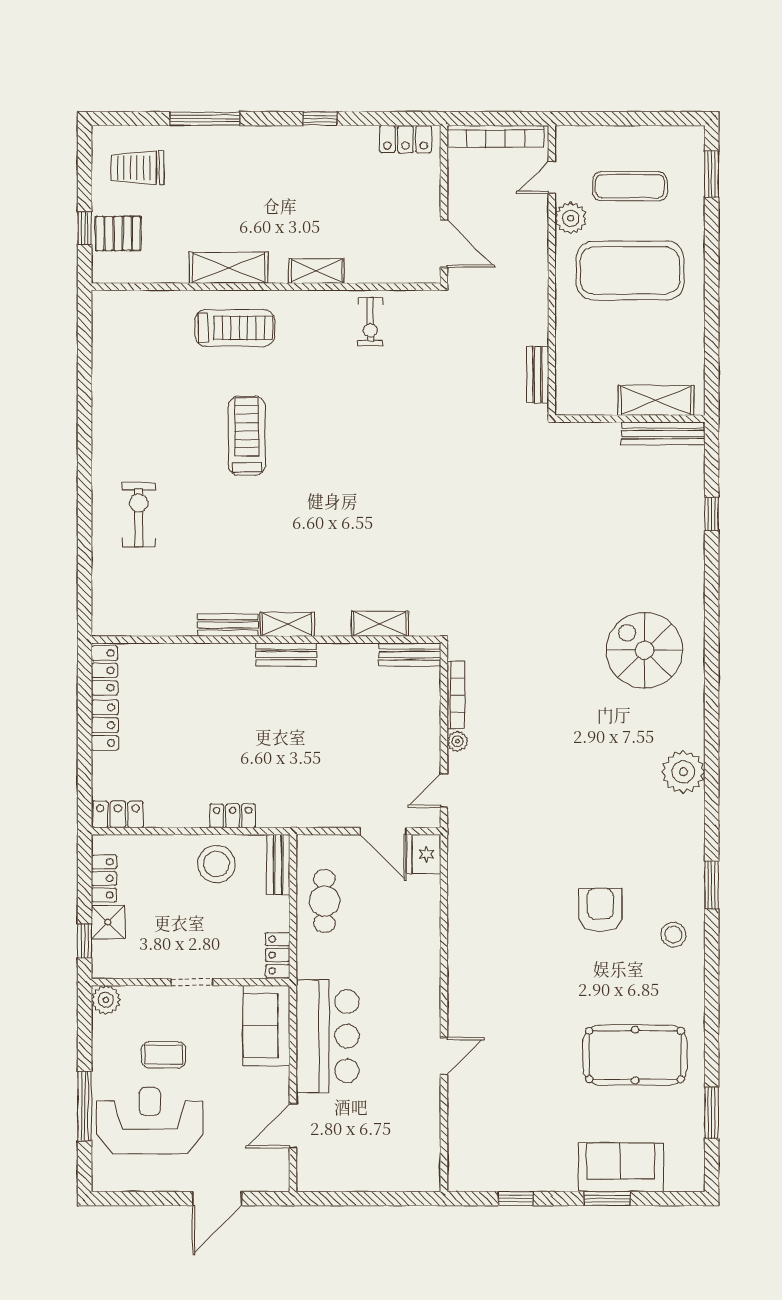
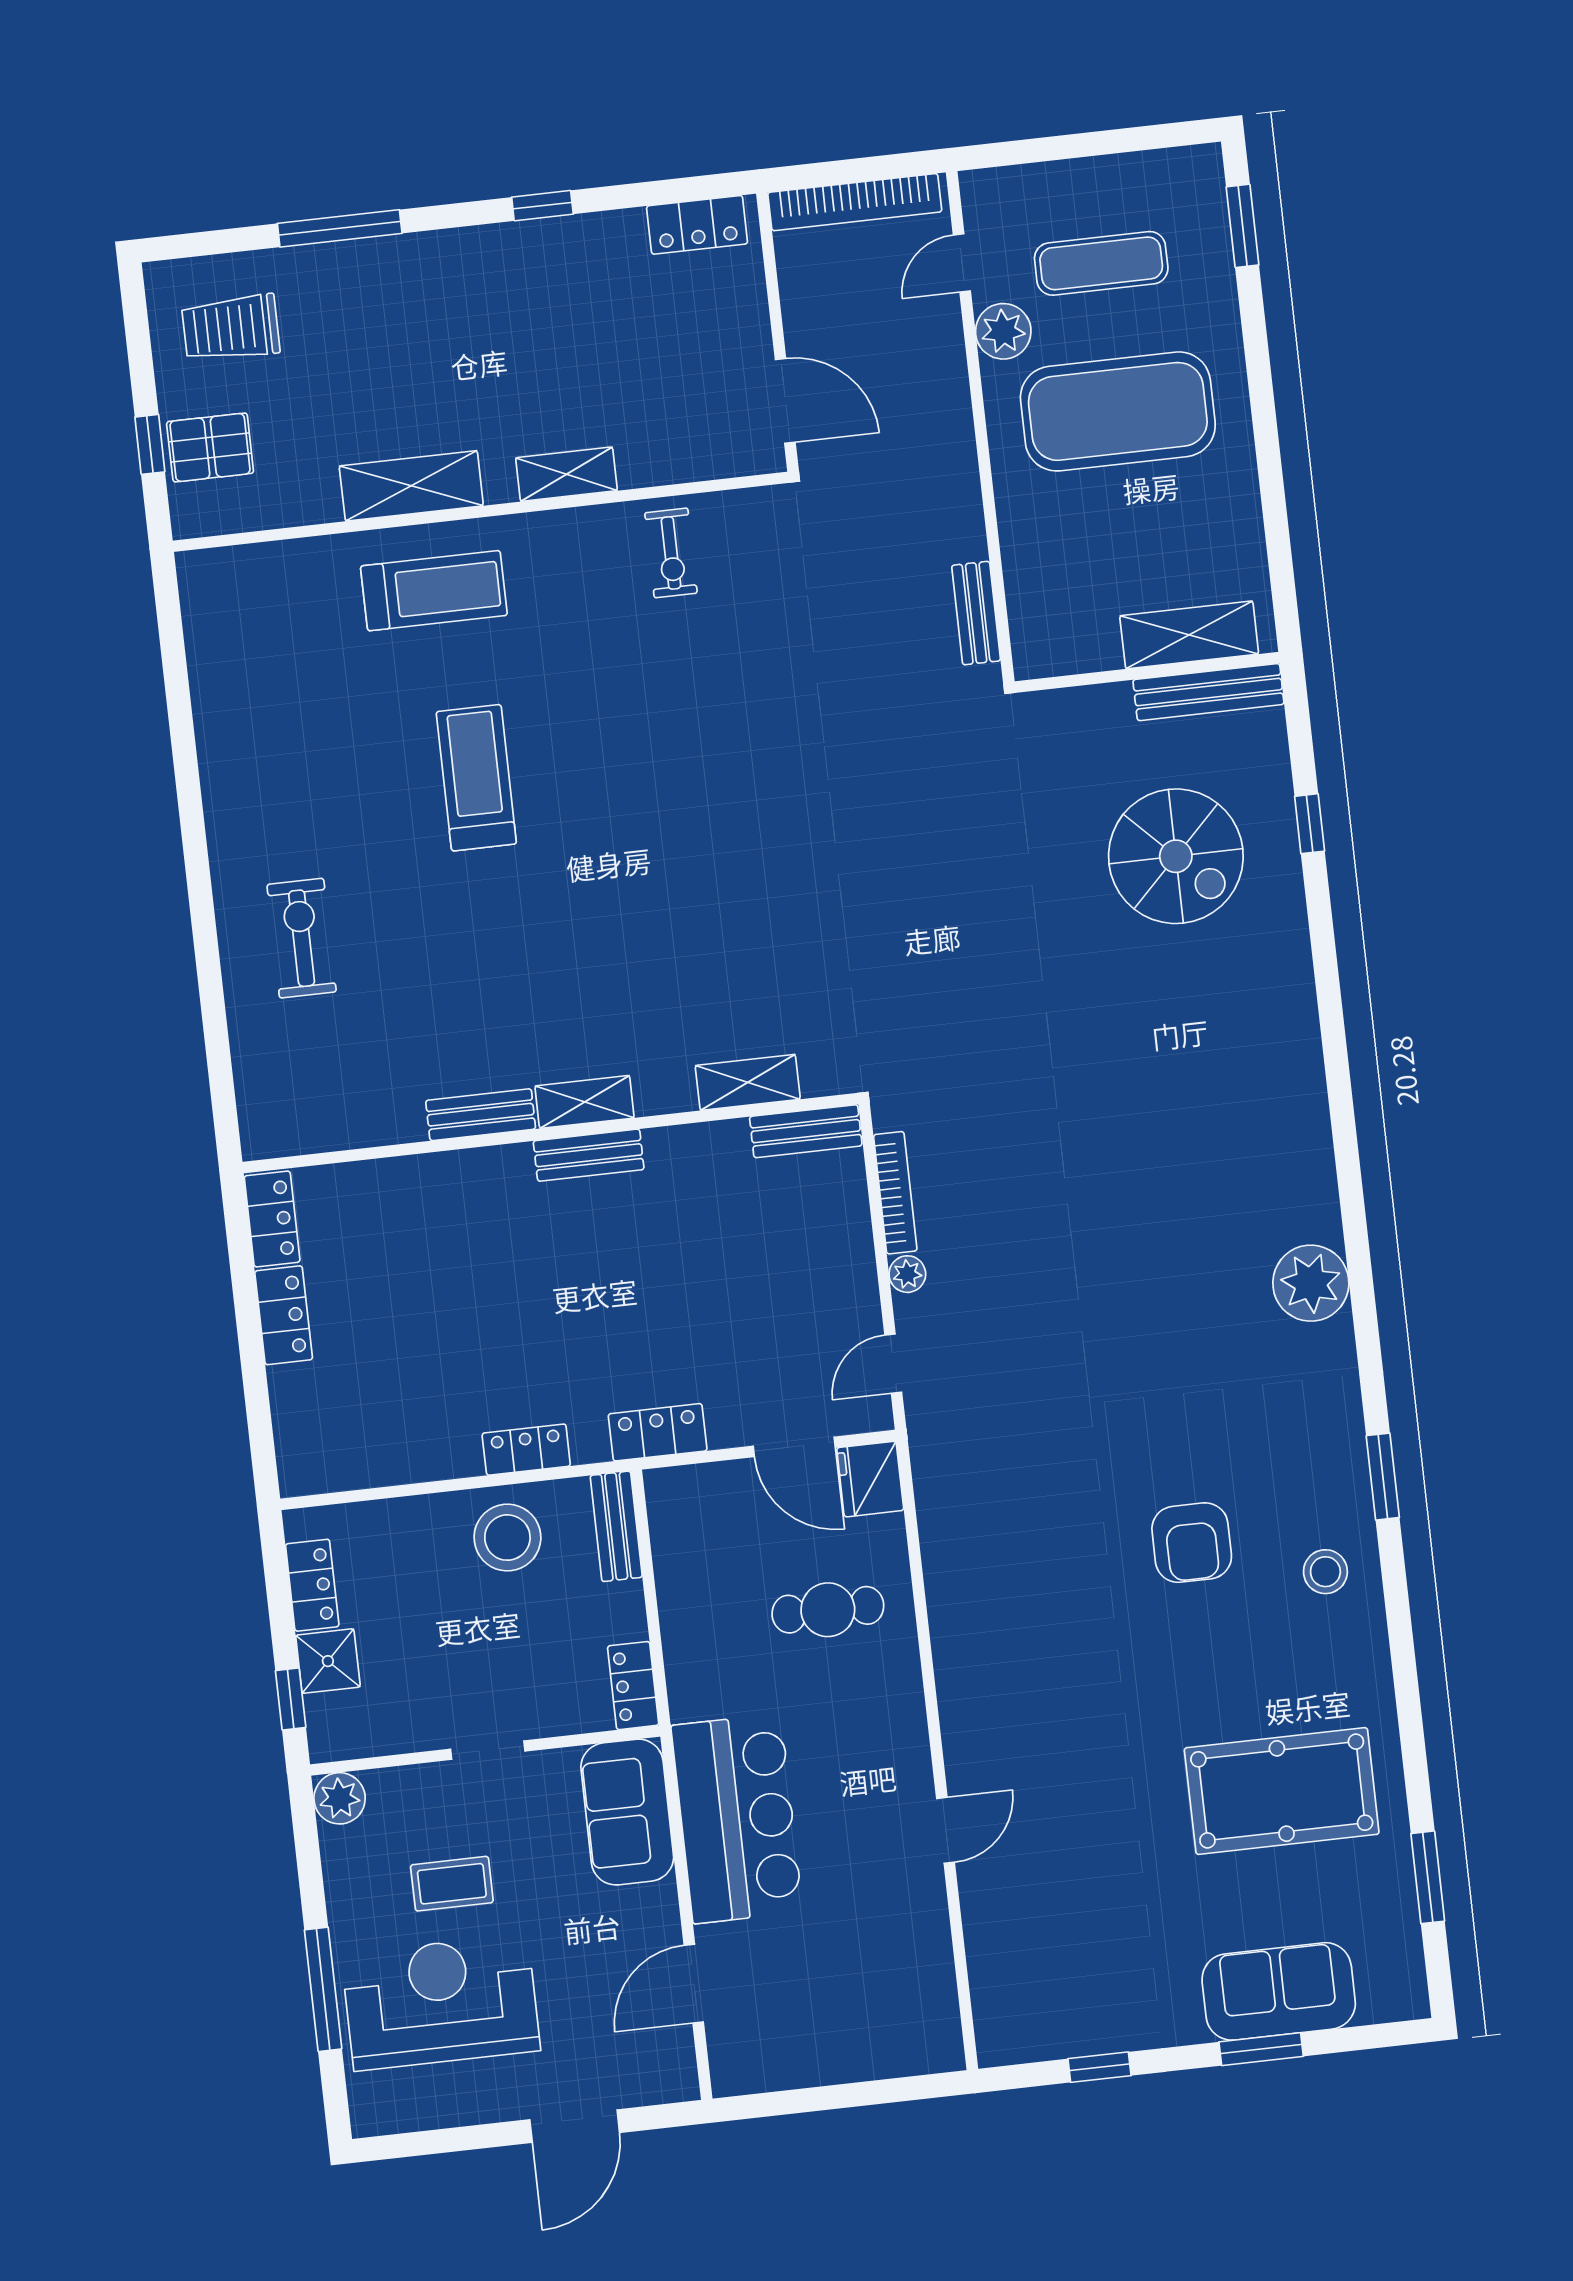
spiral stairs: (645, 650) -> (1176, 856), moved, turned 180
locker: (118, 814) -> (658, 1432), moved
cafe table: (324, 901) -> (828, 1610), moved, turned 90
armchair: (600, 910) -> (1192, 1543), turned 180

